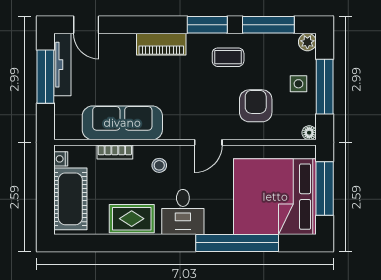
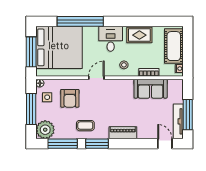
plant: (307, 42) -> (45, 130), width x1.88, depth x1.88
side table: (298, 84) -> (47, 97), moved
sofa: (122, 123) -> (151, 89), width x0.73

